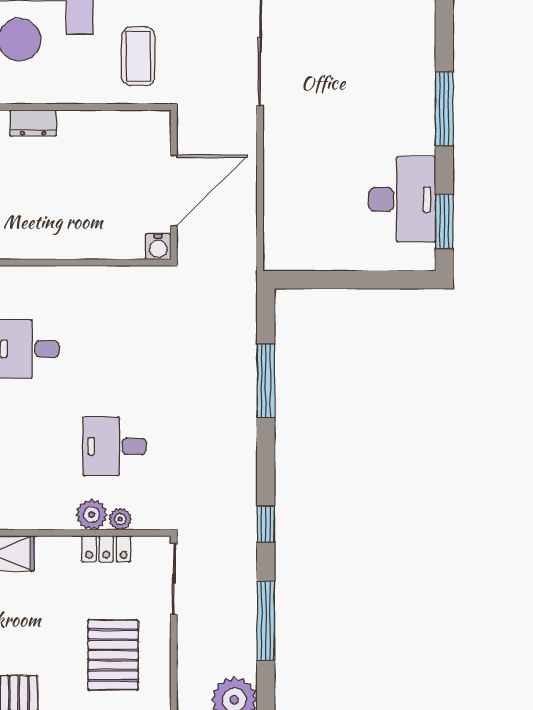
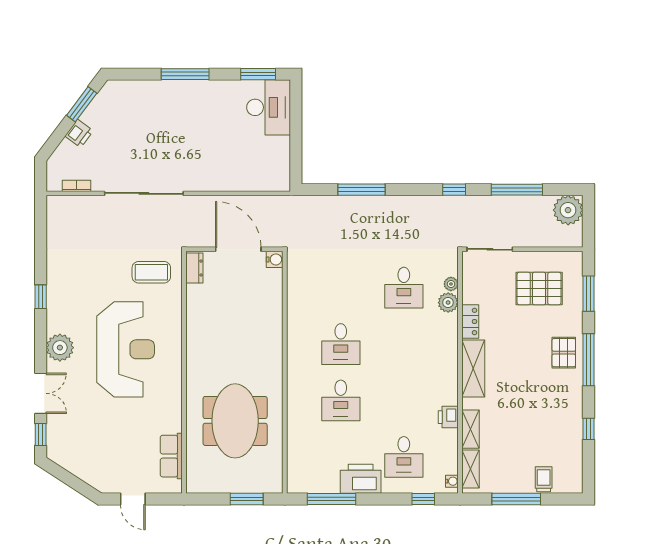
dresser: (33, 123) -> (194, 268), moved
desk: (402, 199) -> (269, 107), moved, turned 90
locker: (106, 549) -> (470, 321), moved

